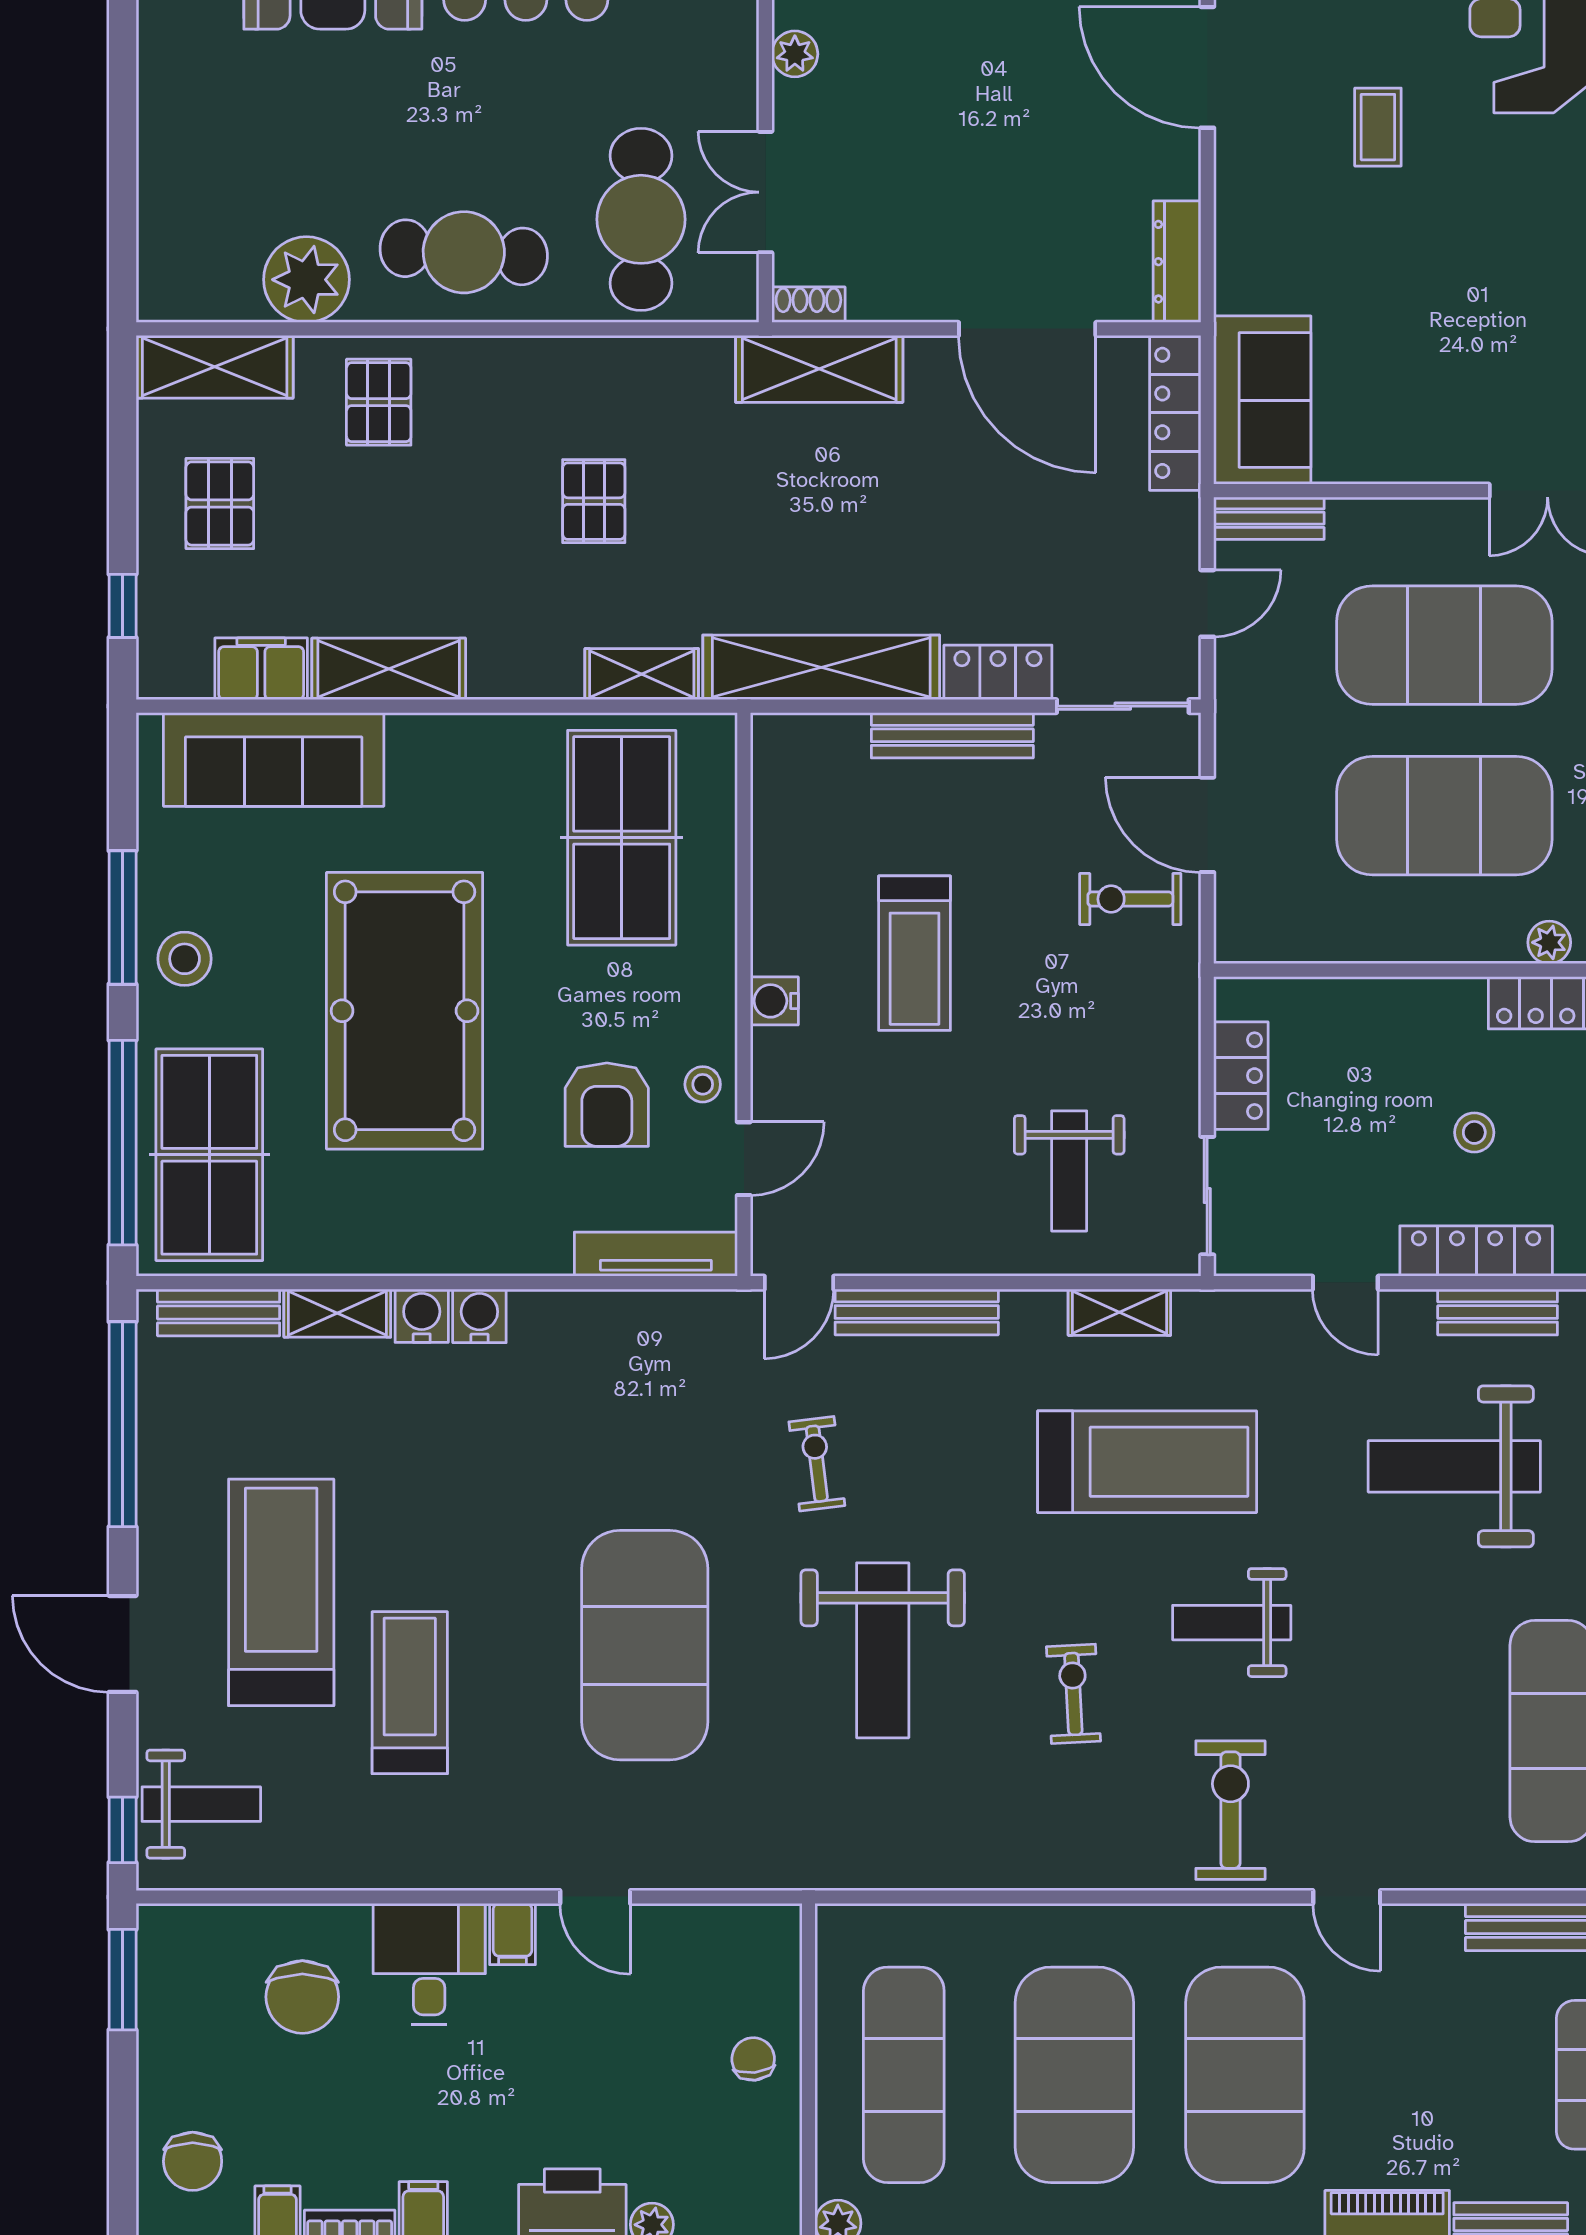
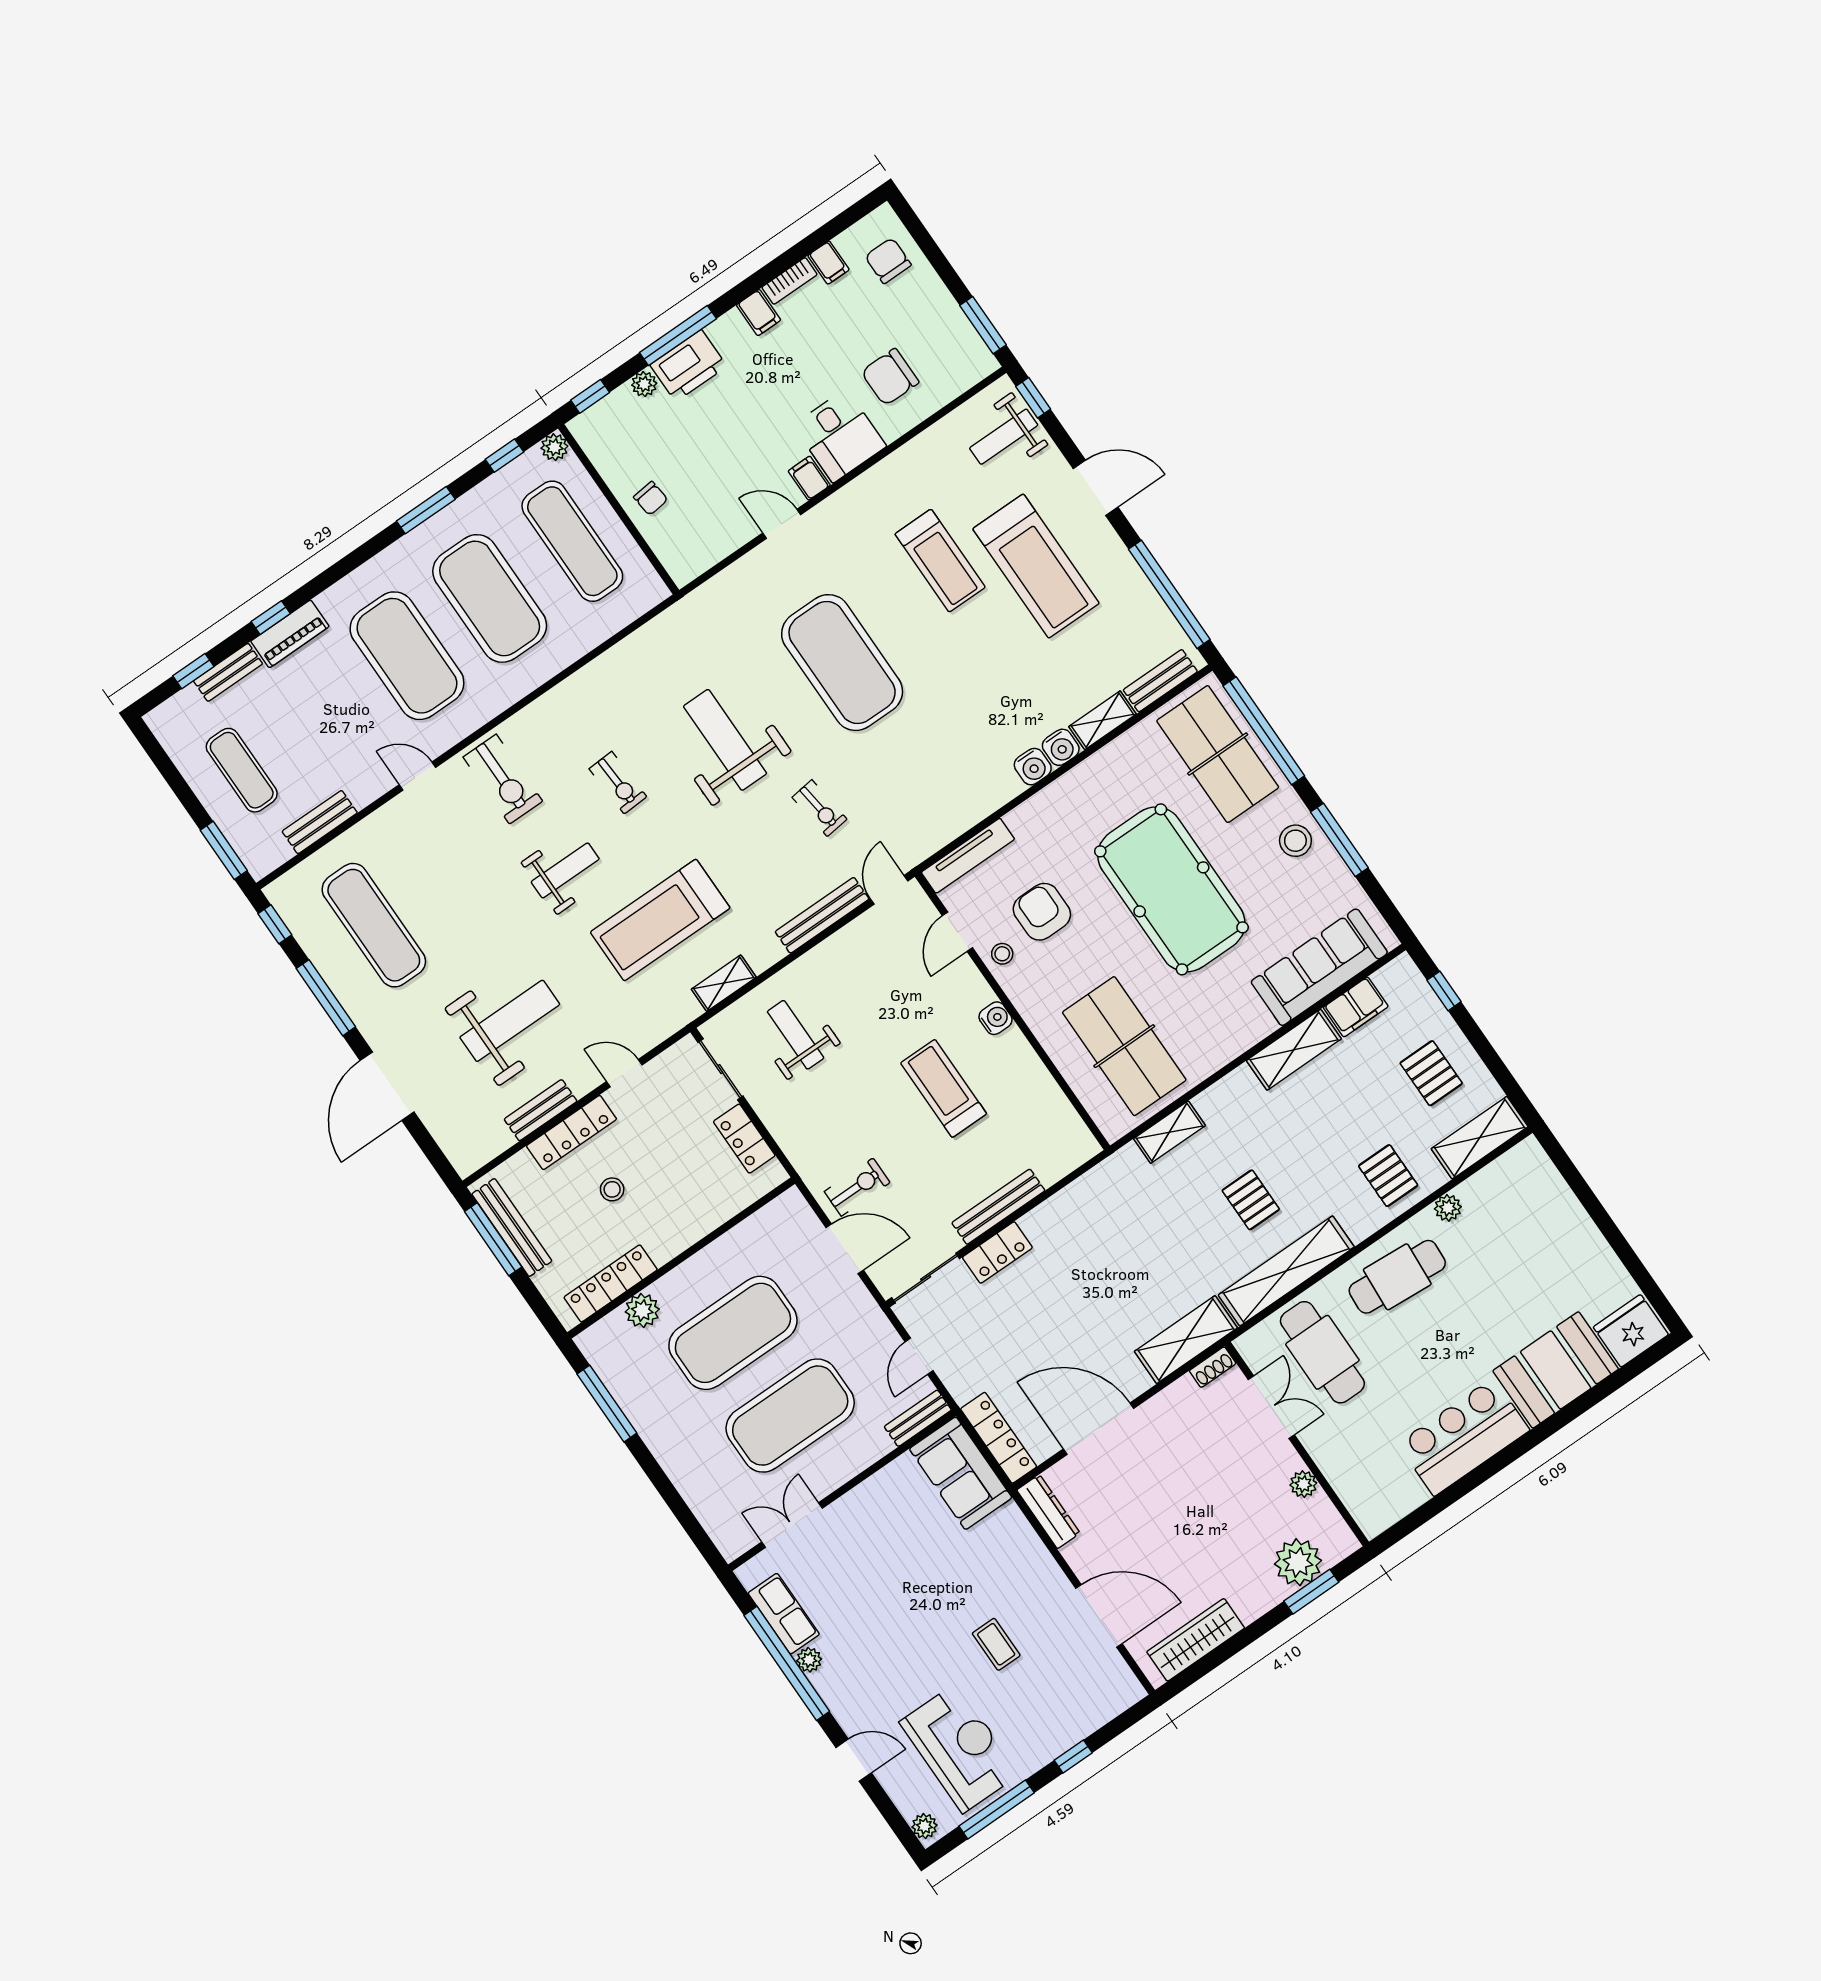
plant: (306, 280) -> (1448, 1208), width x0.53, depth x0.53
shelving: (821, 667) -> (1286, 1271), moved
plant: (1549, 942) -> (642, 1311), width x1.38, depth x1.38
chair: (302, 1997) -> (890, 377), turned -90

